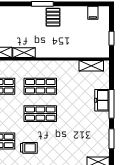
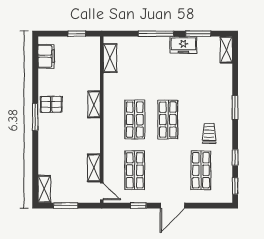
filing cabinet: (93, 13) -> (46, 56), width x2.00
shelving: (24, 53) -> (94, 104), moved
freezer: (102, 100) -> (183, 45), moved

